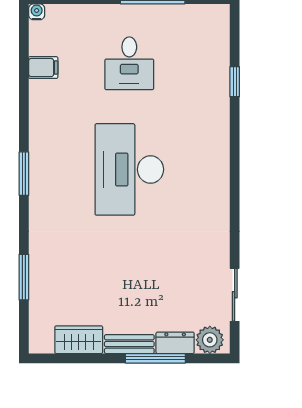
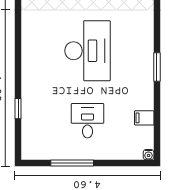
window: (24, 174) -> (157, 67), moved

